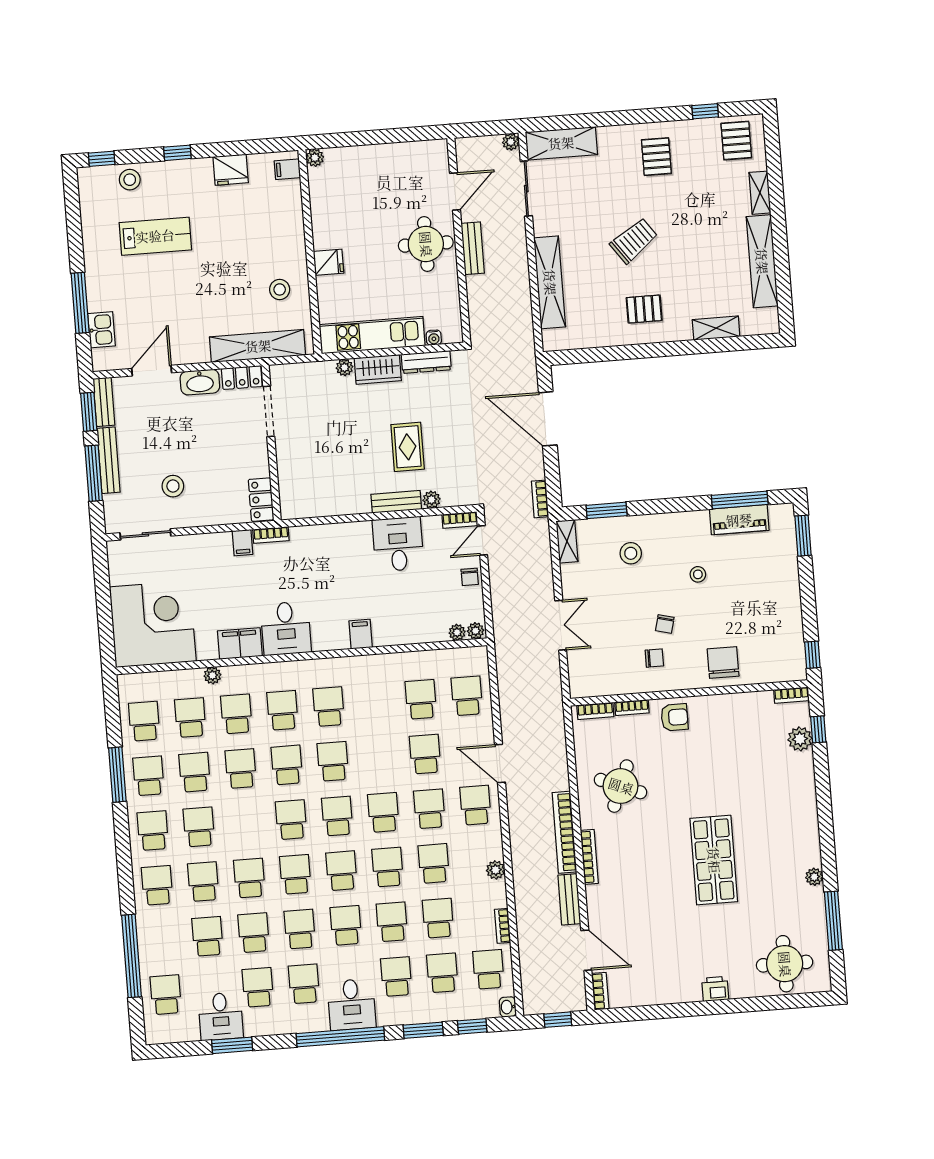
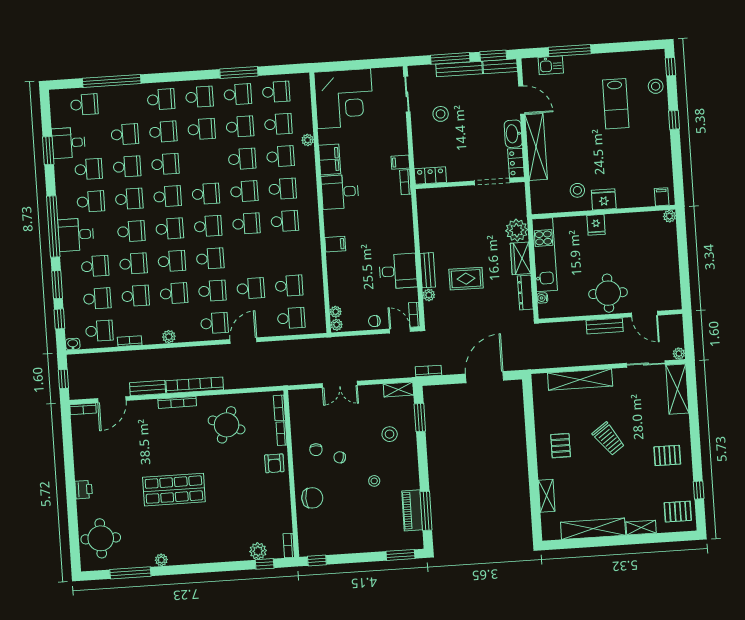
fridge: (231, 170) -> (604, 199), moved, turned 90
shelving: (258, 346) -> (536, 147), moved
plant: (345, 367) -> (517, 230), width x1.88, depth x1.88

